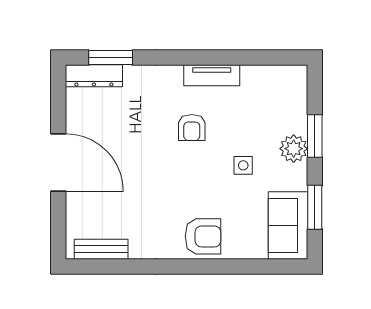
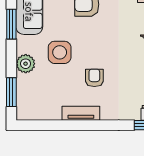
window: (315, 136) -> (11, 92), moved
side table: (243, 165) -> (60, 52), width x1.87, depth x1.87

